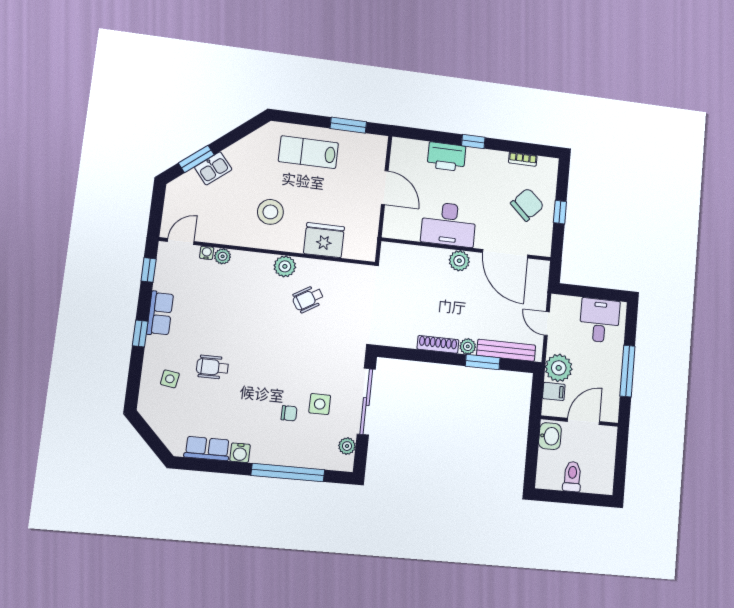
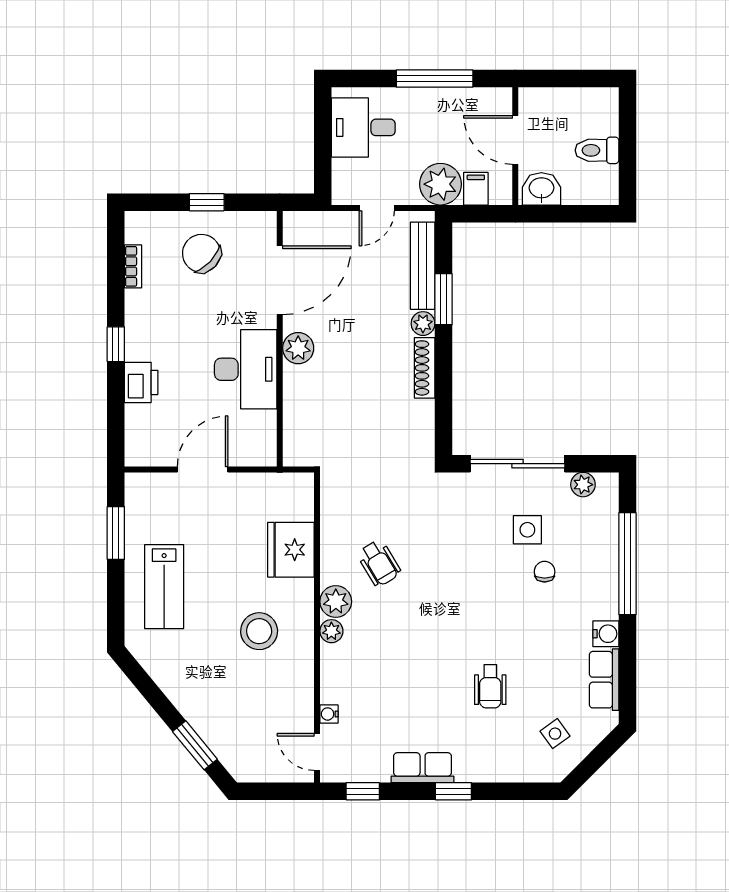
printer: (446, 157) -> (141, 382), width x0.73, depth x0.84
kitchen sink: (213, 168) -> (206, 720), removed
plant: (223, 256) -> (331, 631), moved
side table: (170, 379) -> (555, 734), moved, turned 45

